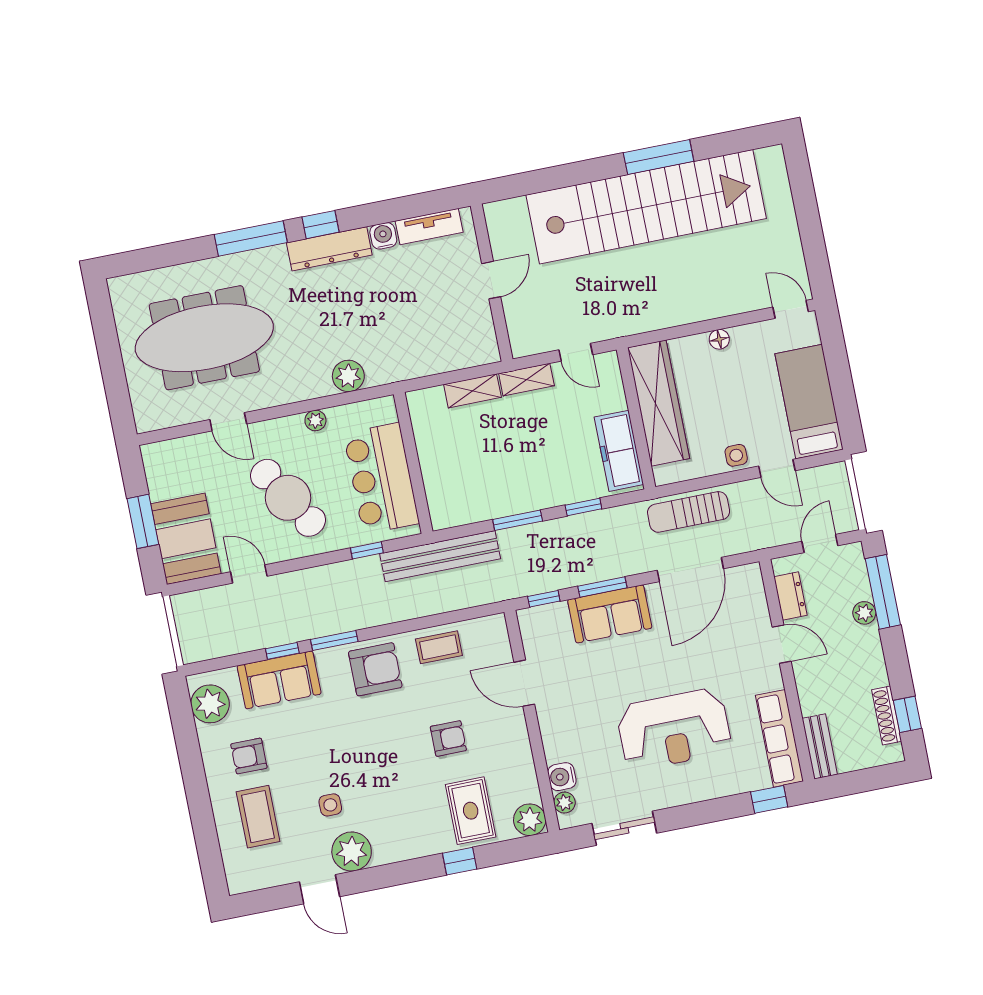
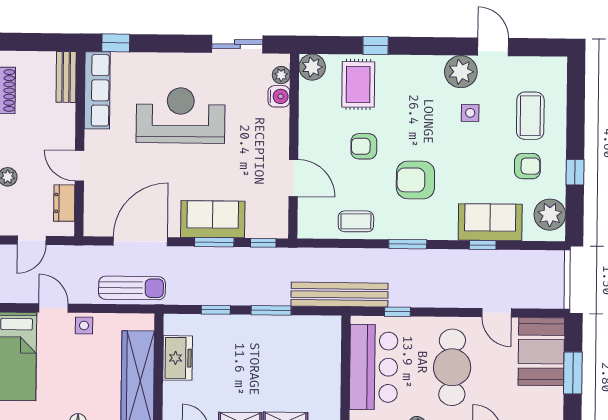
freezer: (619, 451) -> (178, 358), width x0.71
cafe table: (288, 498) -> (452, 367), turned 32
window: (334, 641) -> (408, 244), moved
armchair: (375, 669) -> (415, 180), moved
window: (191, 761) -> (575, 172), added

